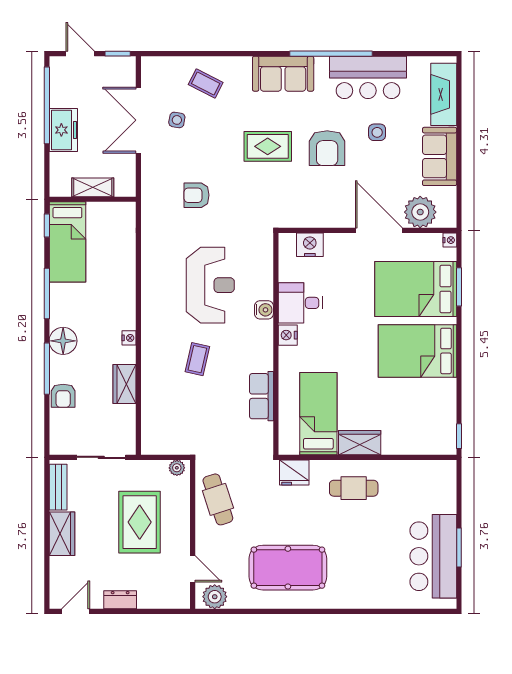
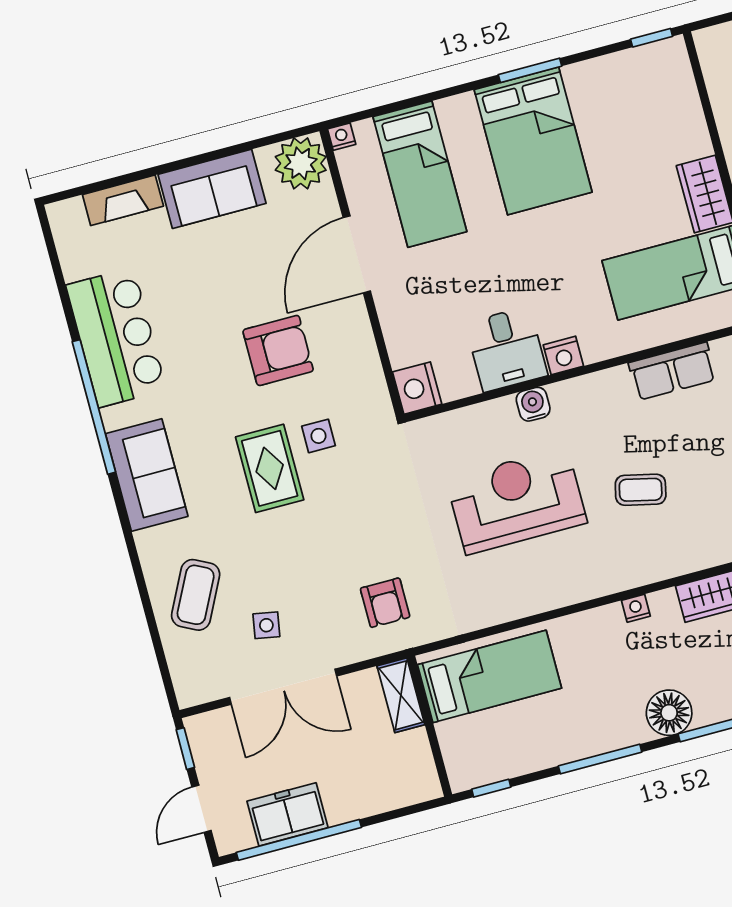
coffee table: (206, 83) -> (196, 595), width x1.36, depth x1.30
fireplace: (444, 94) -> (123, 200), width x0.73, depth x0.76
freezer: (63, 130) -> (287, 814), moved
side table: (377, 132) -> (319, 436), moved
armchair: (327, 148) -> (278, 350), moved
shelving: (93, 187) -> (401, 695), moved
armchair: (196, 195) -> (385, 603), moved
plant: (420, 212) -> (301, 163), moved
bed: (67, 242) -> (490, 676), moved
nightstand: (310, 245) -> (417, 388), moved
window: (459, 287) -> (530, 70), moved
bed: (416, 289) -> (420, 174), width x0.67

